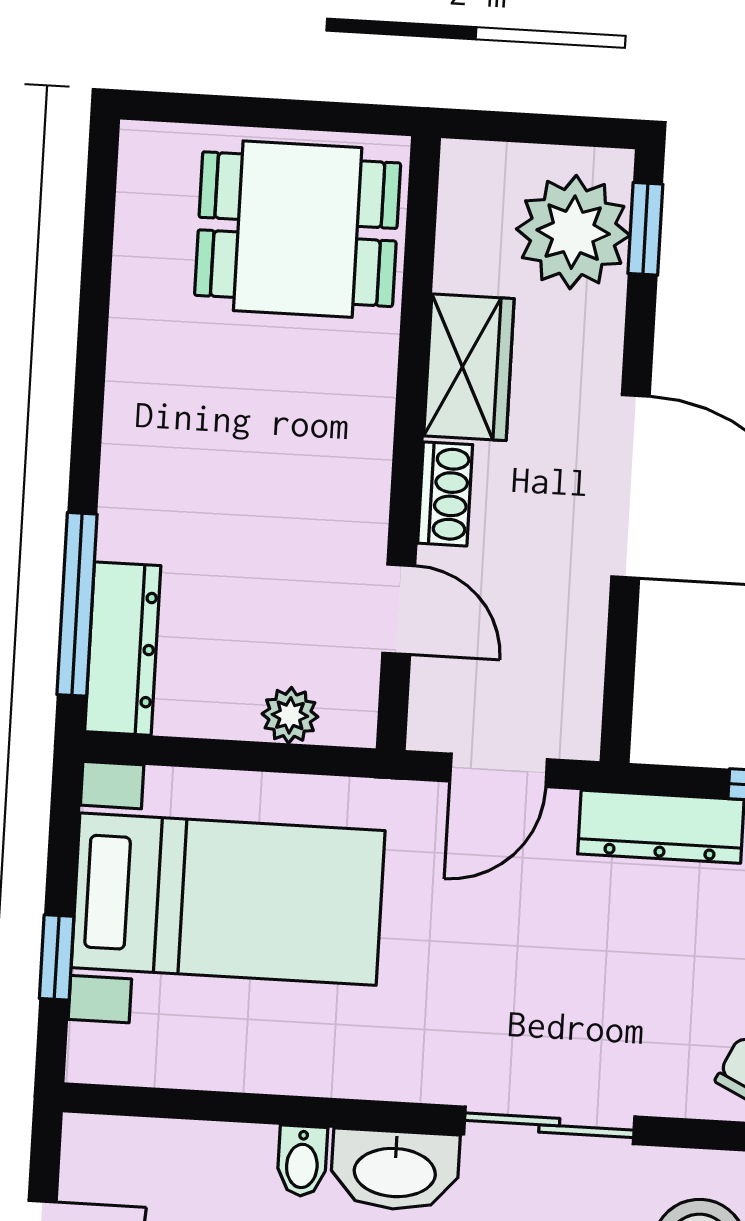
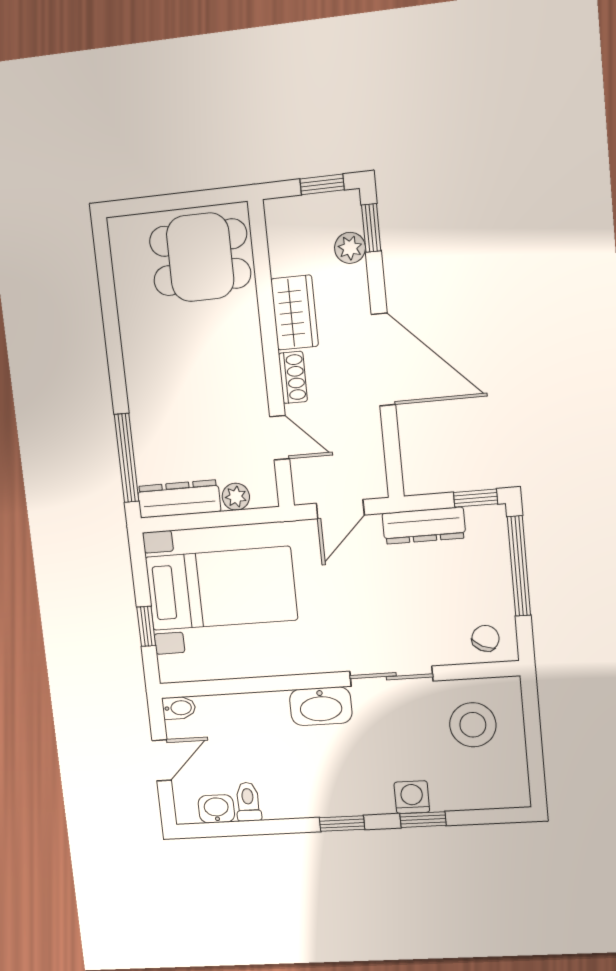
window: (563, 130) -> (322, 184), added
plant: (573, 232) -> (350, 248), width x0.53, depth x0.53
dresser: (123, 649) -> (179, 499), moved, turned -90
bidet: (302, 1161) -> (179, 708), moved, turned -90

